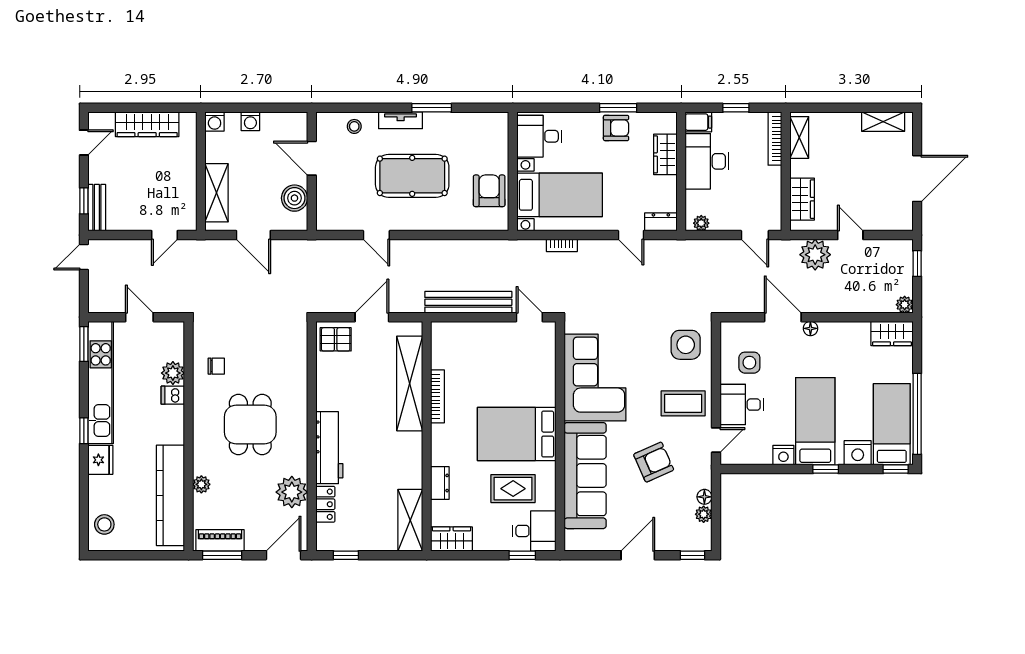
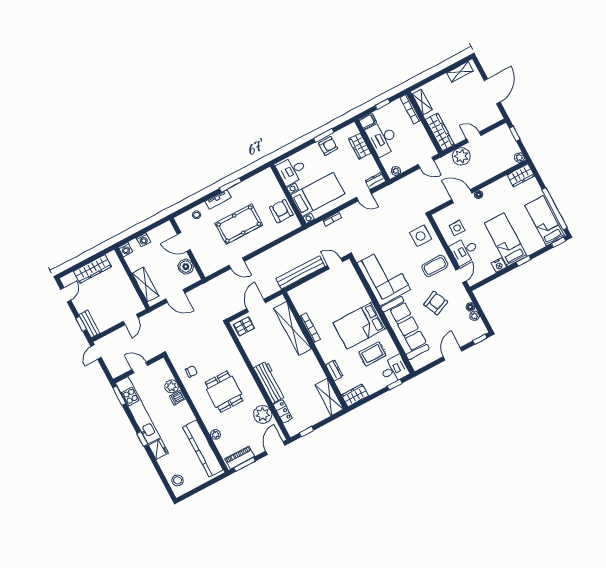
wardrobe: (802, 199) -> (440, 132), width x1.50
nightstand: (858, 453) -> (535, 244), removed

